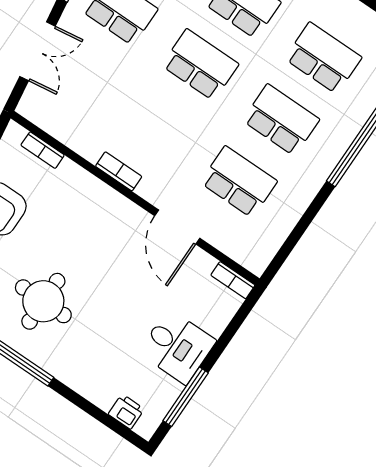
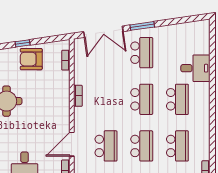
double door: (37, 51) -> (103, 32), width x1.37
door: (177, 227) -> (72, 144), moved

